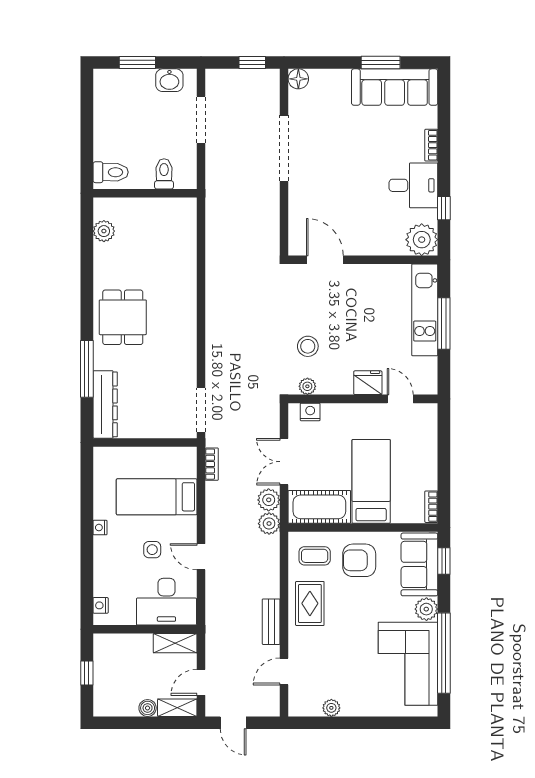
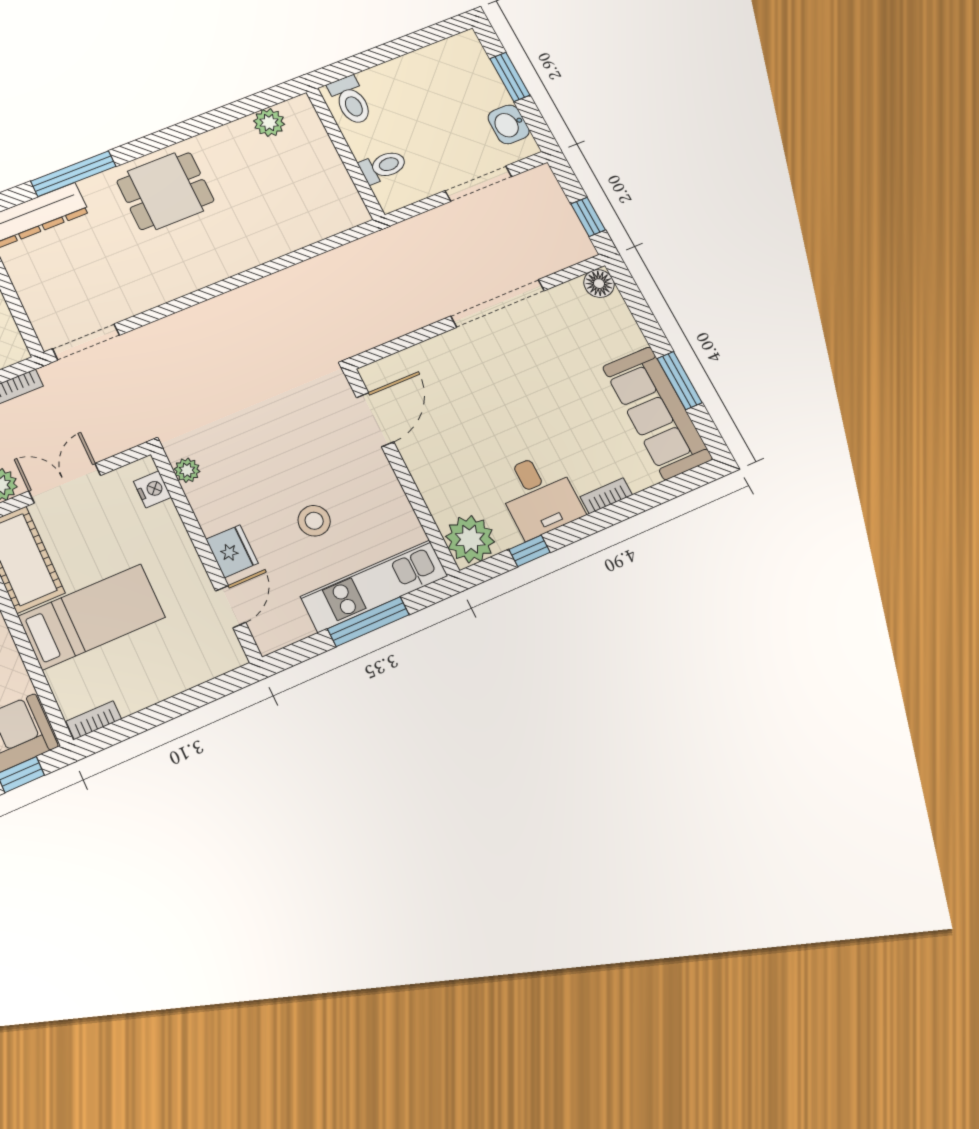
stool: (308, 346) -> (314, 521), moved

